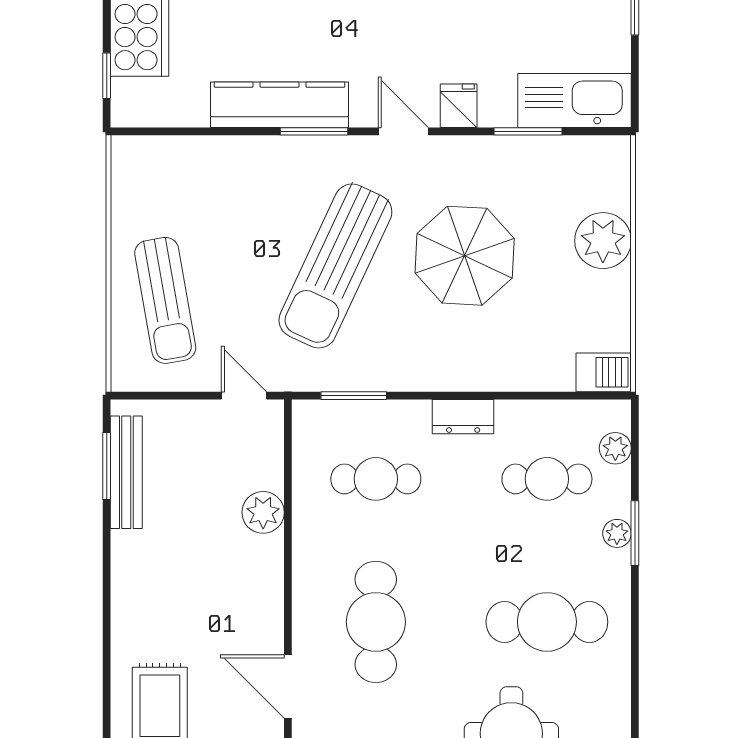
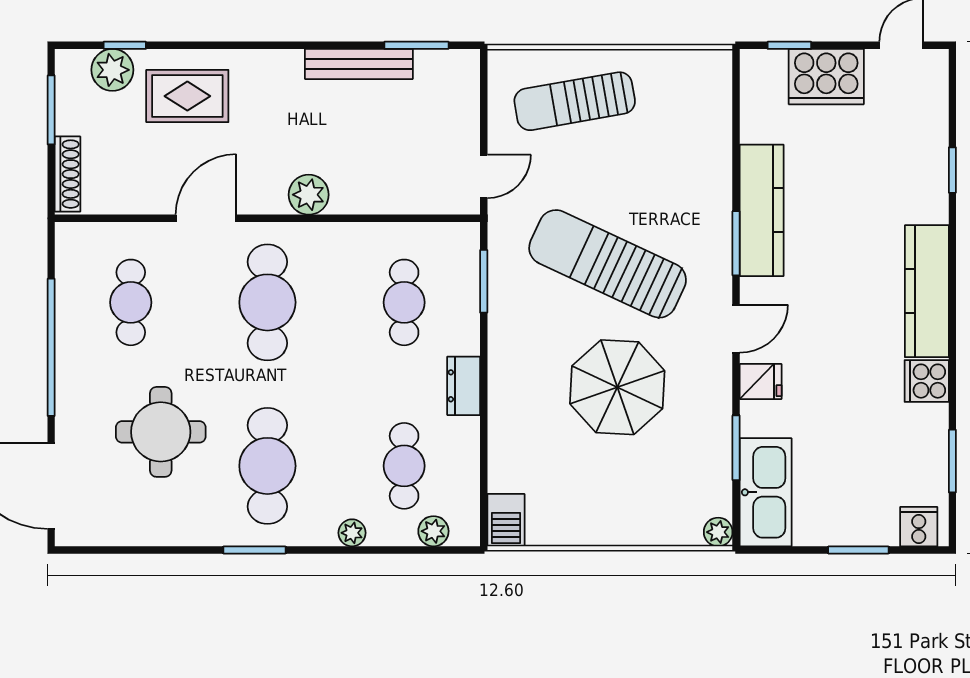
plant: (603, 241) -> (718, 532), moved, width x0.53, depth x0.53
bench: (126, 472) -> (359, 64), moved
plant: (263, 512) -> (309, 195), moved
window: (635, 533) -> (254, 550), moved
cafe table: (376, 622) -> (267, 302), turned 90

